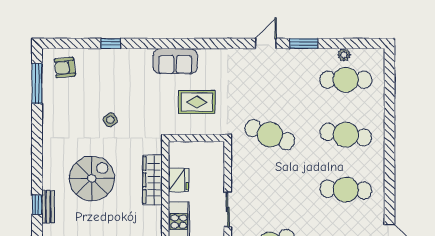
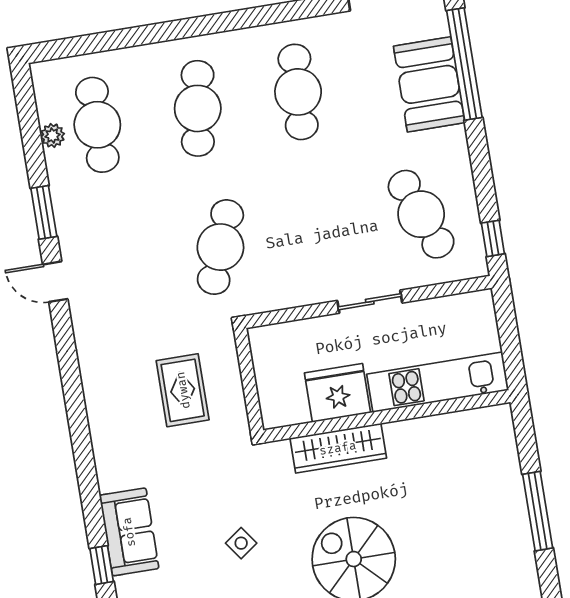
sofa: (175, 61) -> (129, 532), moved
fridge: (178, 180) -> (337, 393), width x1.36, depth x1.34

